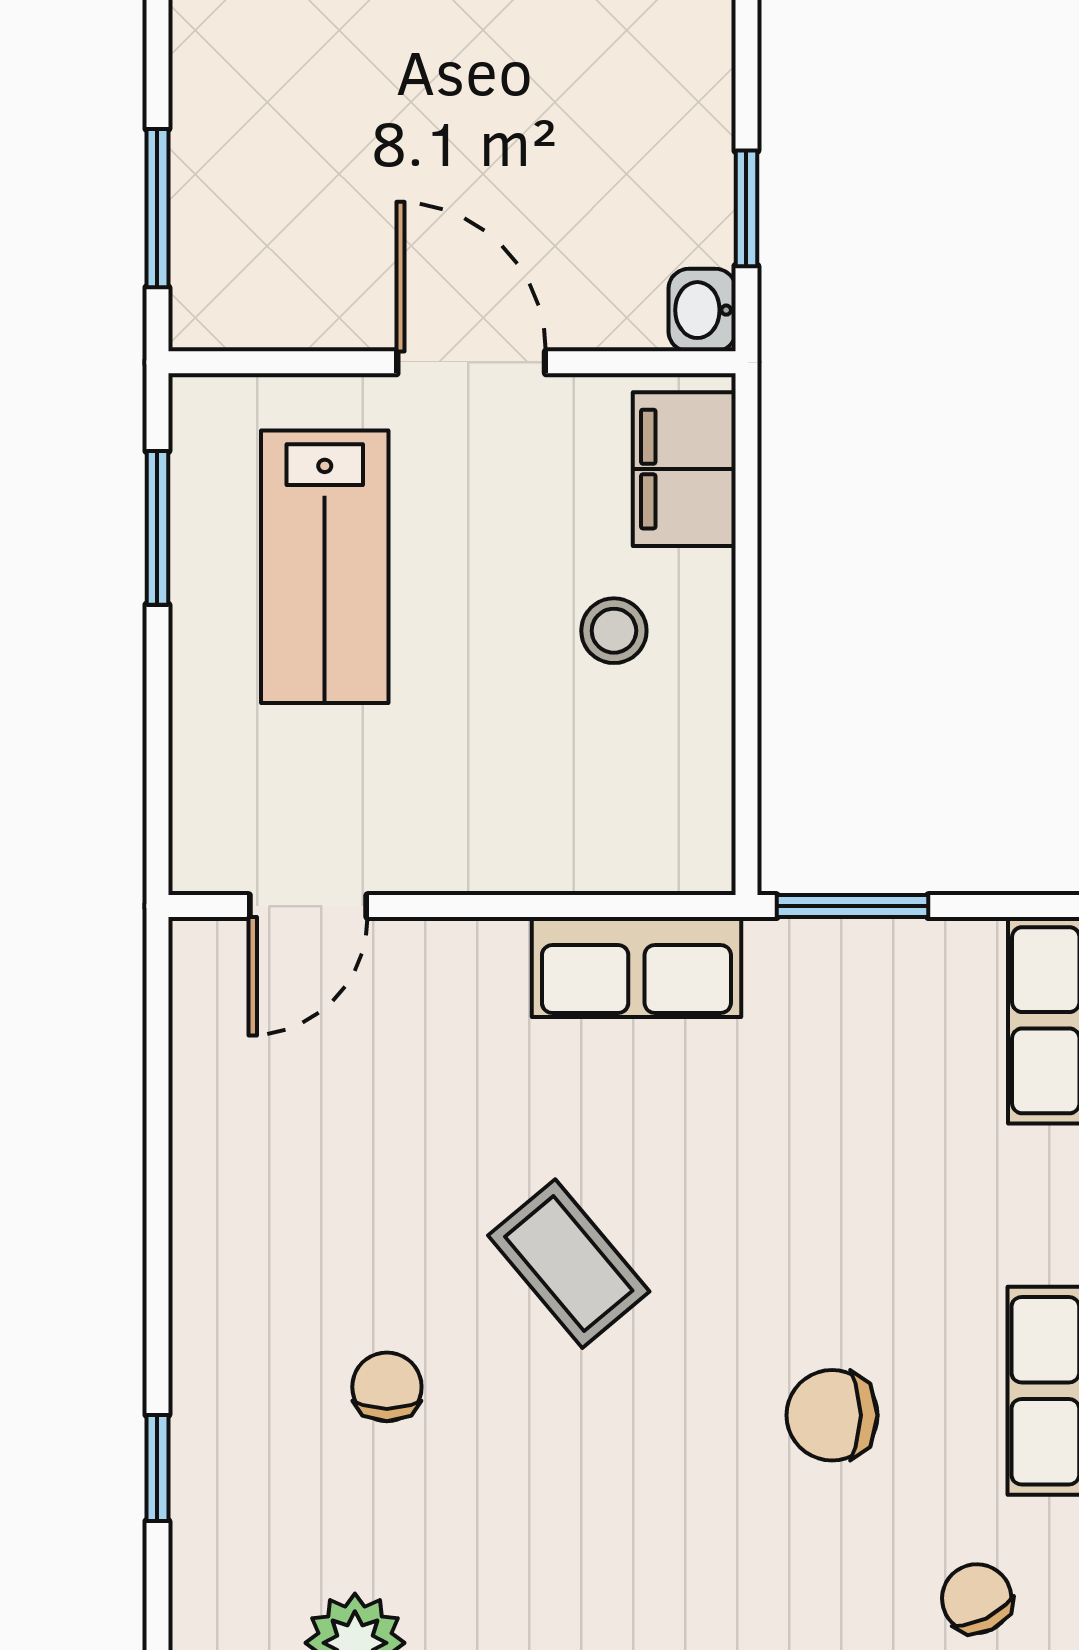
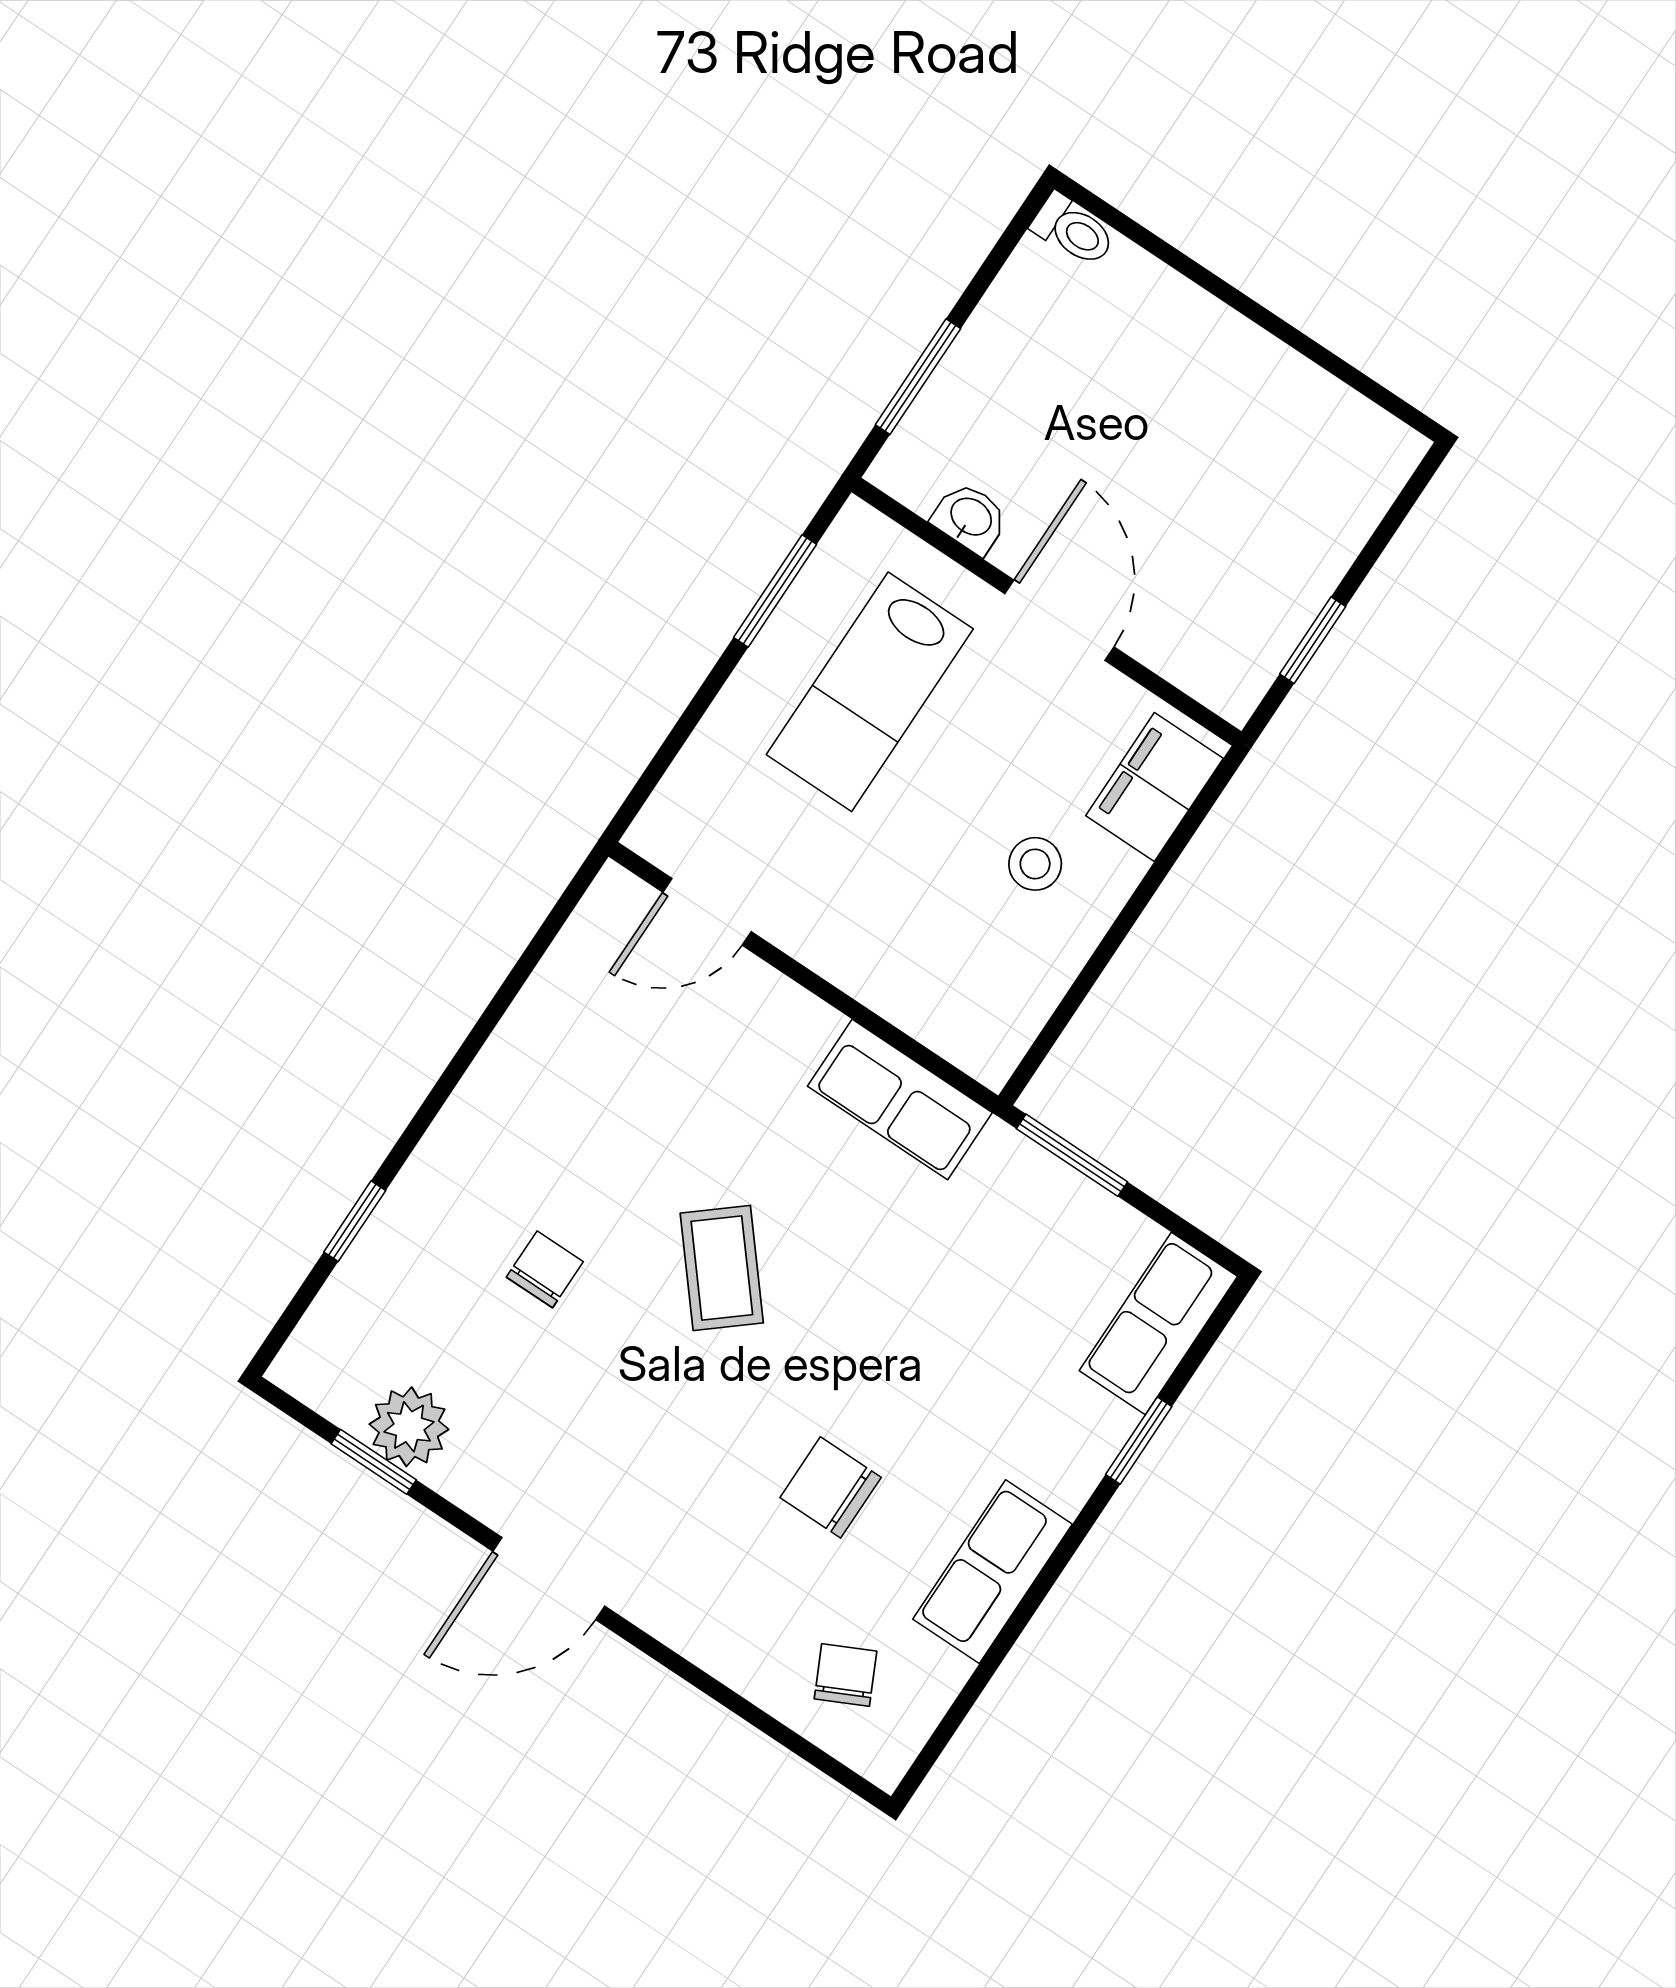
washbasin: (702, 310) -> (970, 518), moved, turned 90

